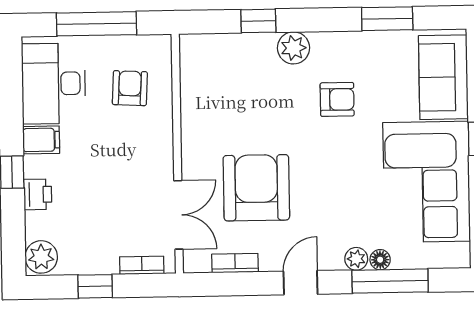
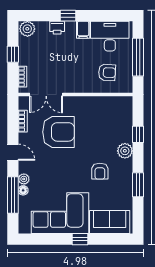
window: (387, 19) -> (138, 185), moved

